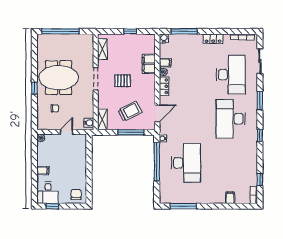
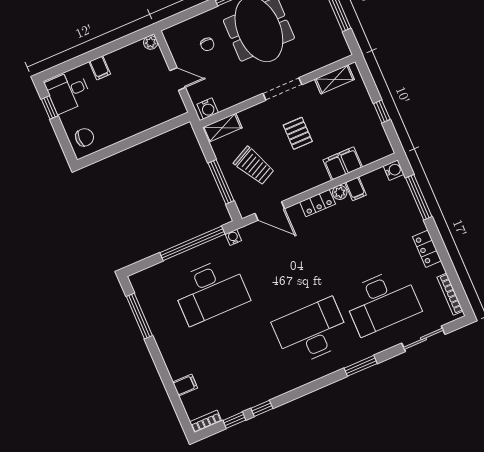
window: (260, 135) -> (262, 408), moved

